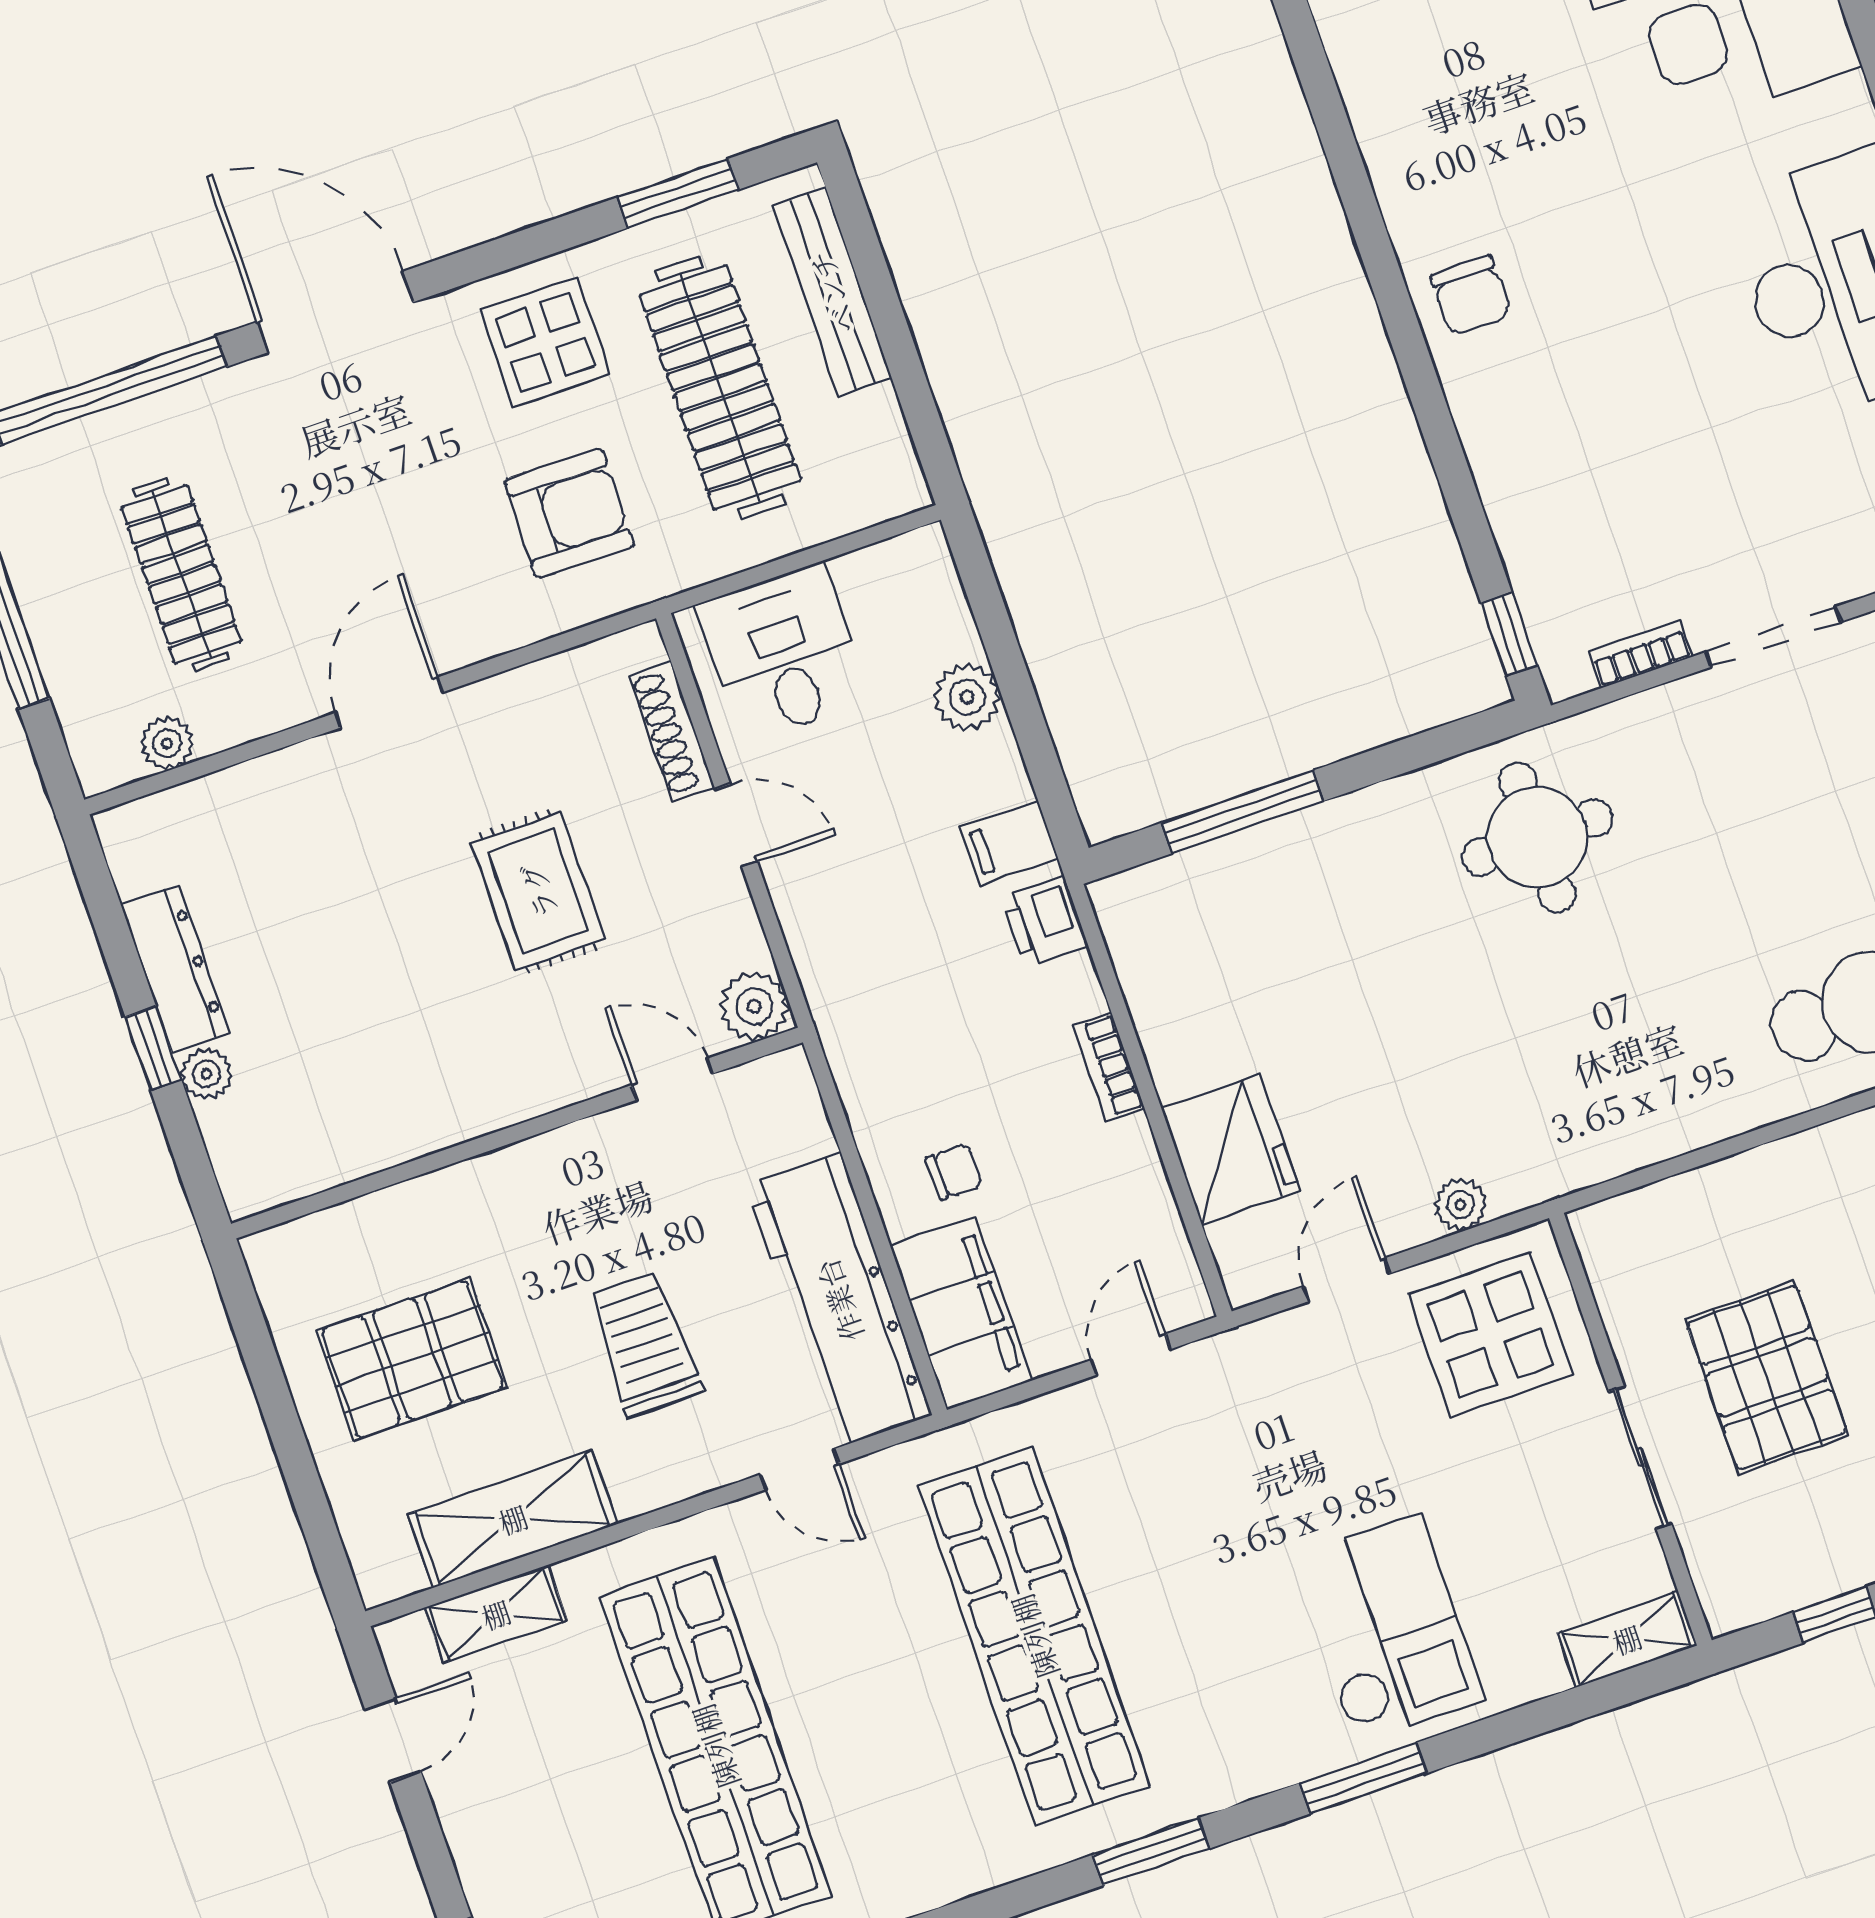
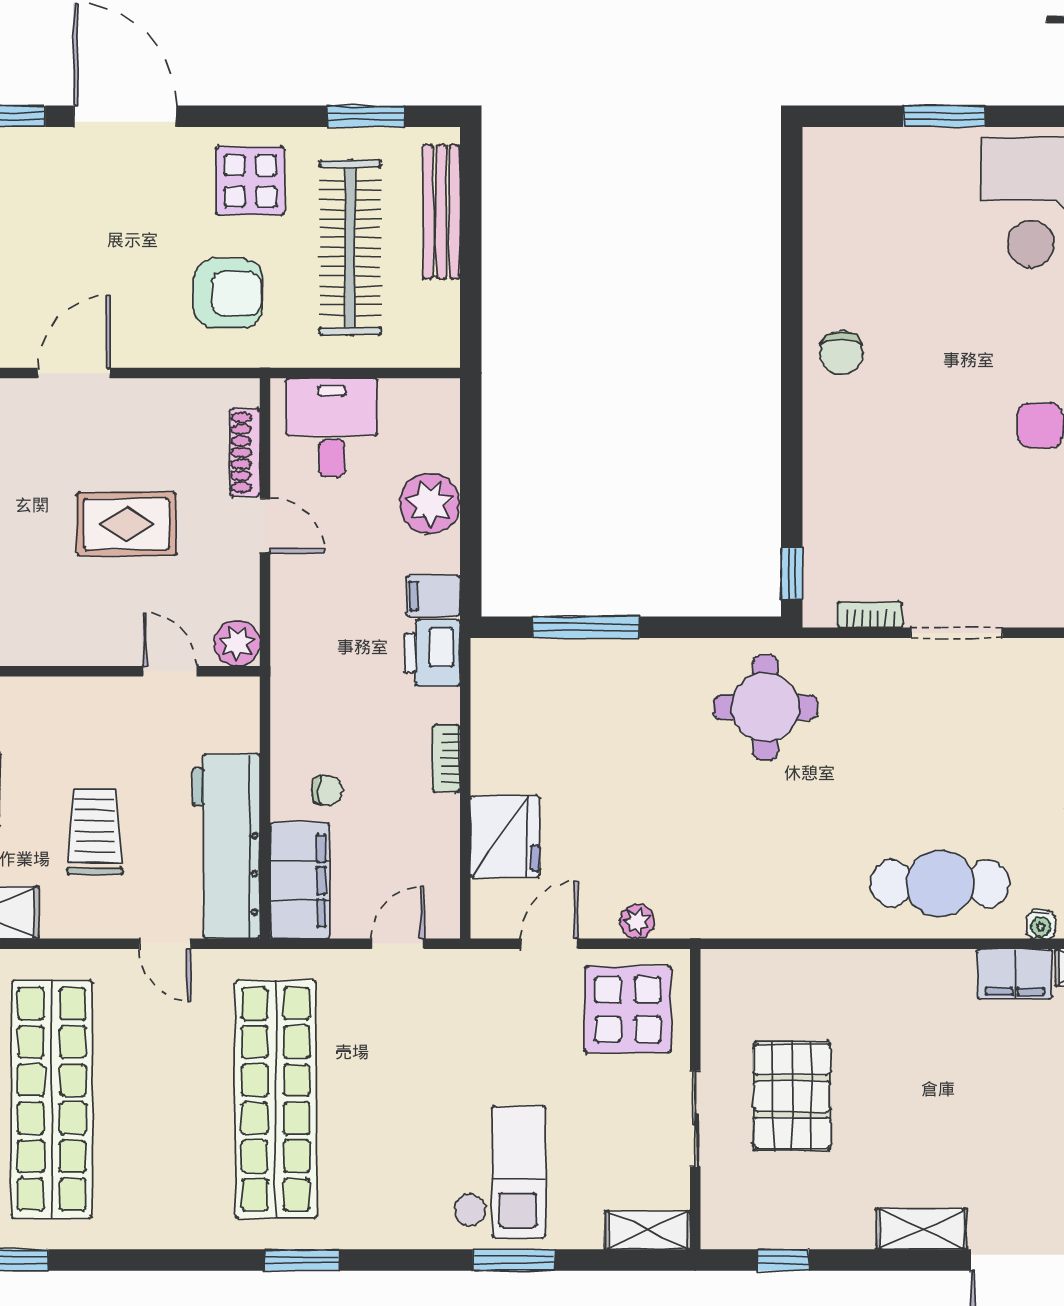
plant: (967, 697) -> (430, 503), width x1.36, depth x1.36
rug: (538, 891) -> (126, 524), turned 90
printer: (1045, 922) -> (432, 653), width x1.36, depth x1.24
window: (1363, 1778) -> (514, 1260), moved

